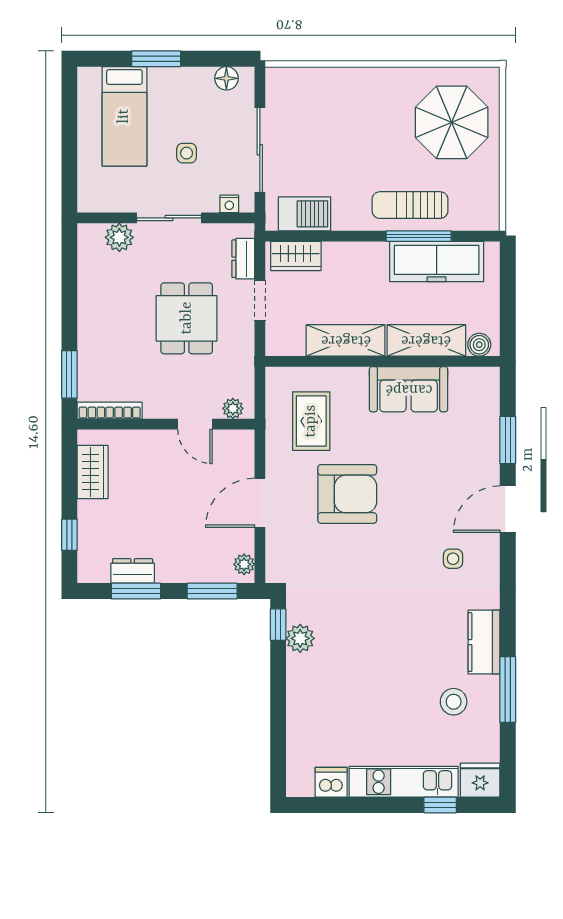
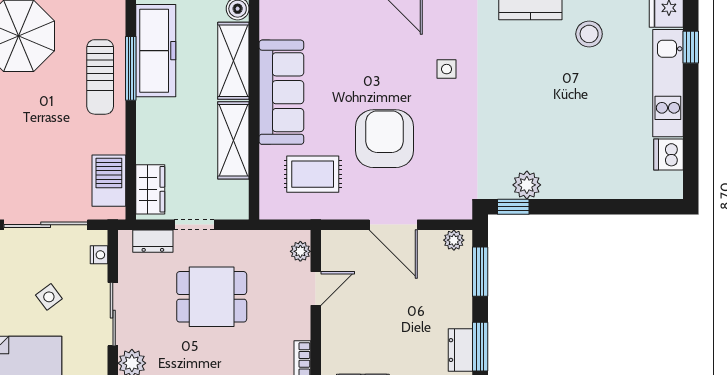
side table: (187, 153) -> (49, 297), turned -37
sofa: (409, 389) -> (281, 92), width x1.36
side table: (453, 559) -> (447, 69), moved

